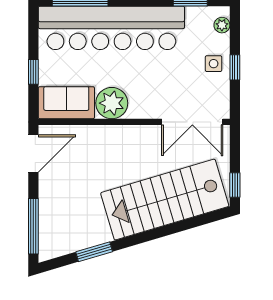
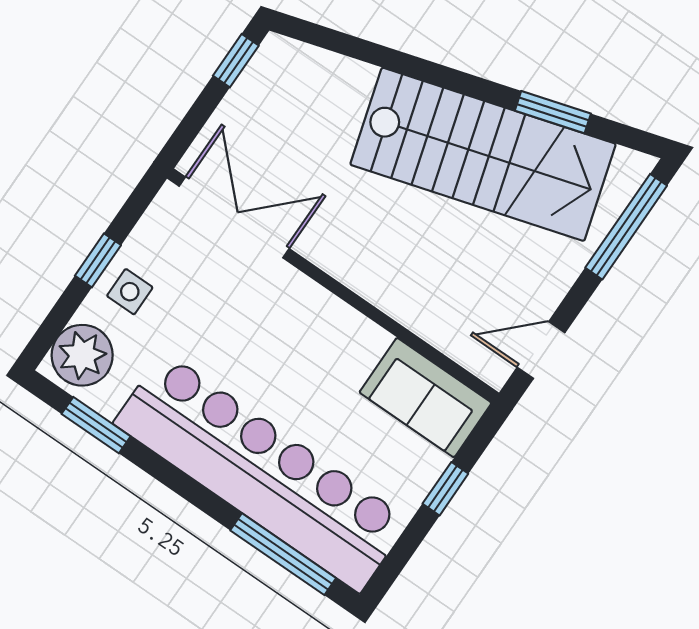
plant: (222, 25) -> (82, 355), width x1.88, depth x1.88
plant: (112, 103) -> (349, 344), removed
door: (33, 154) -> (541, 350), width x0.73
stairs: (165, 200) -> (483, 154), moved

